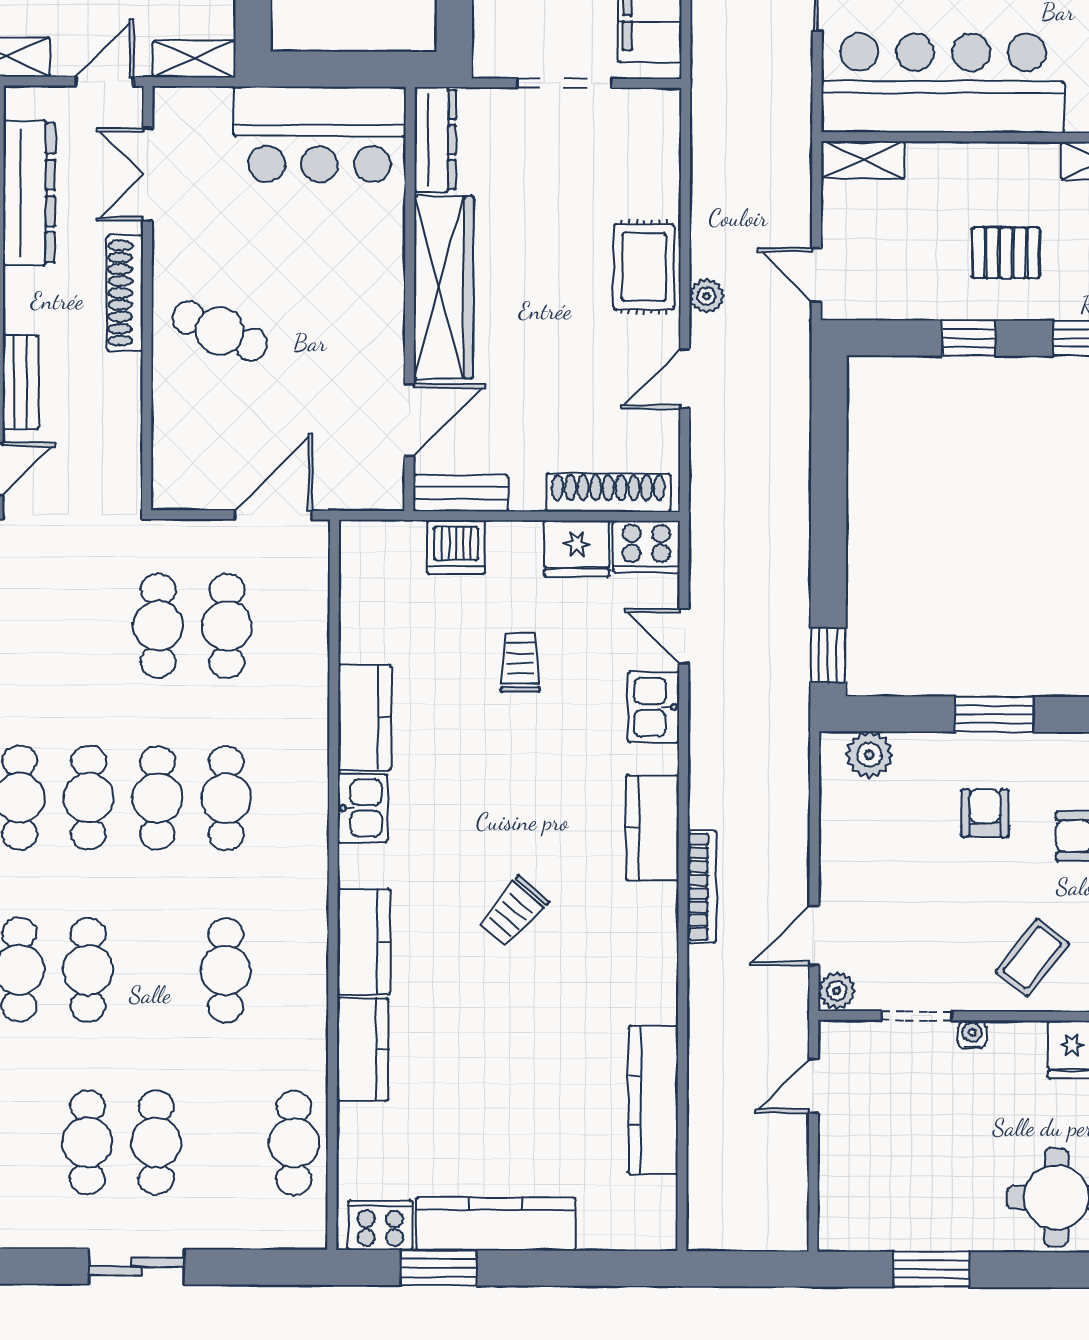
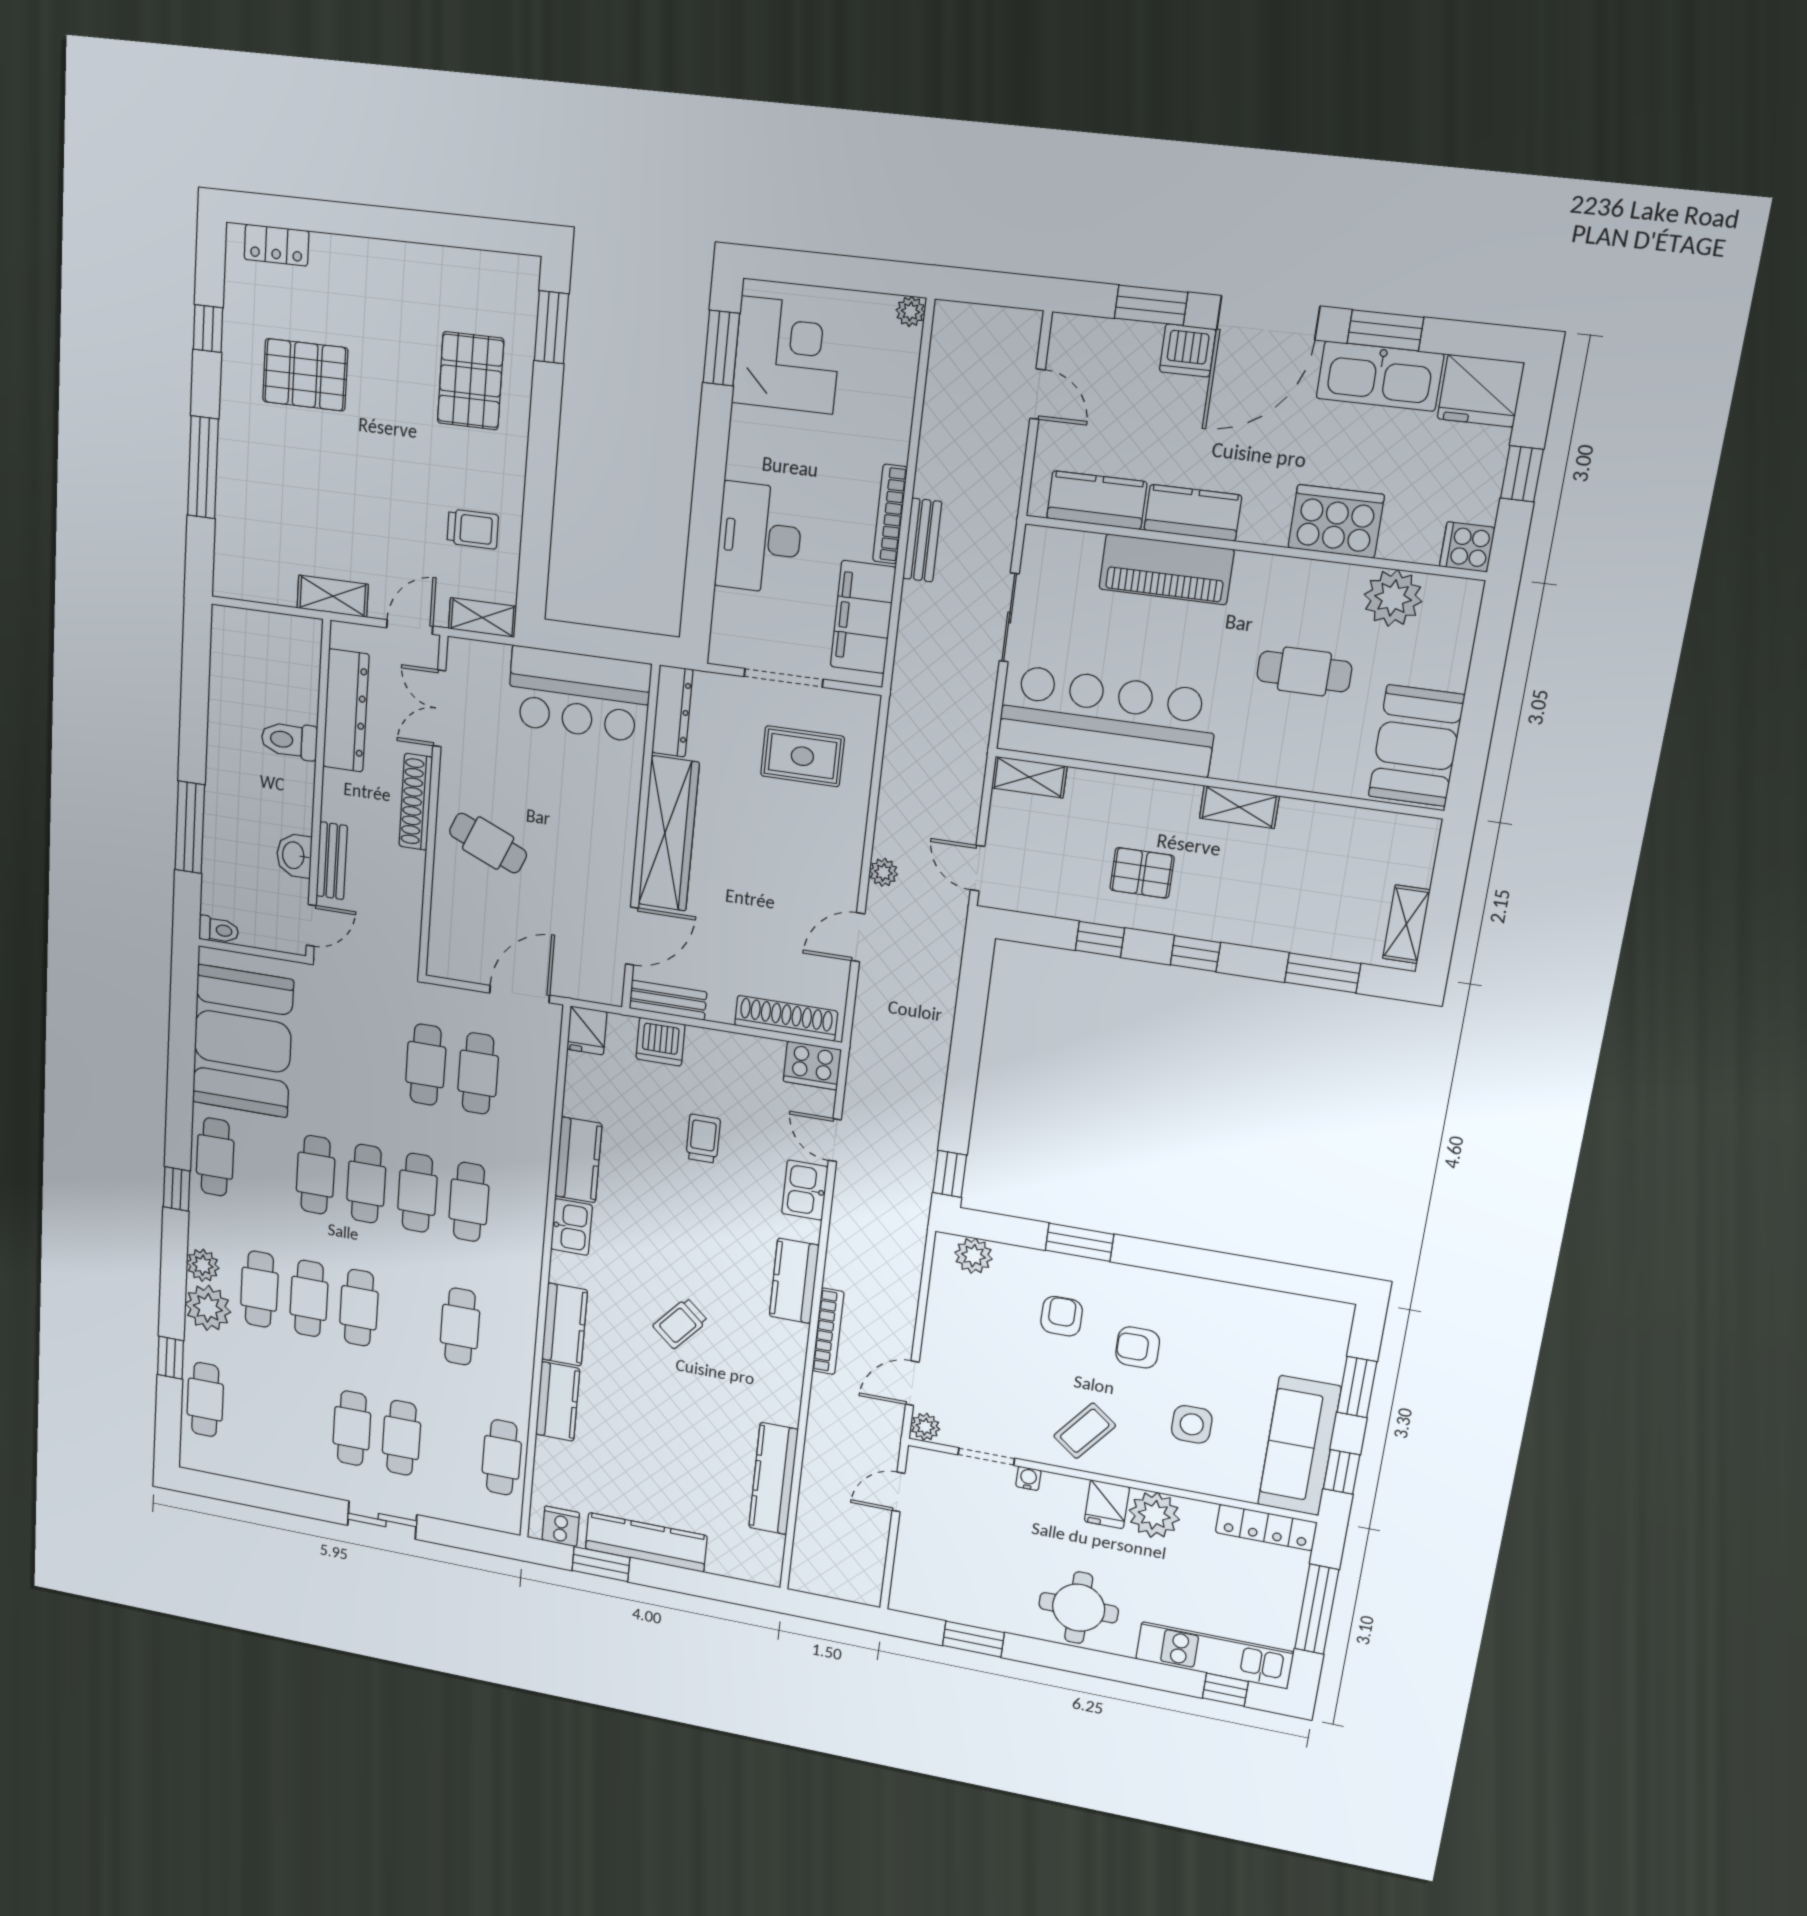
rug: (644, 267) -> (802, 756), moved, turned 90
fridge: (577, 549) -> (587, 1030), moved, width x0.72
cooker: (380, 1225) -> (561, 1526), width x0.73

